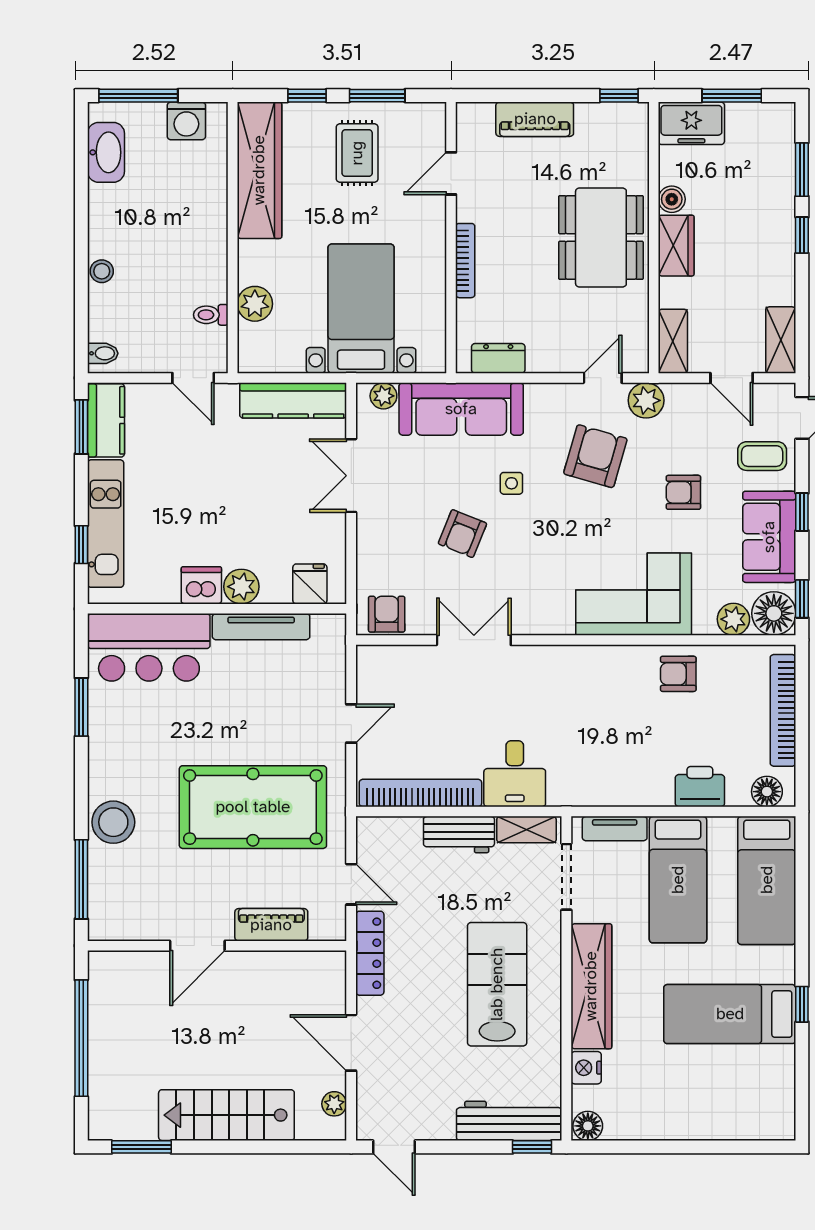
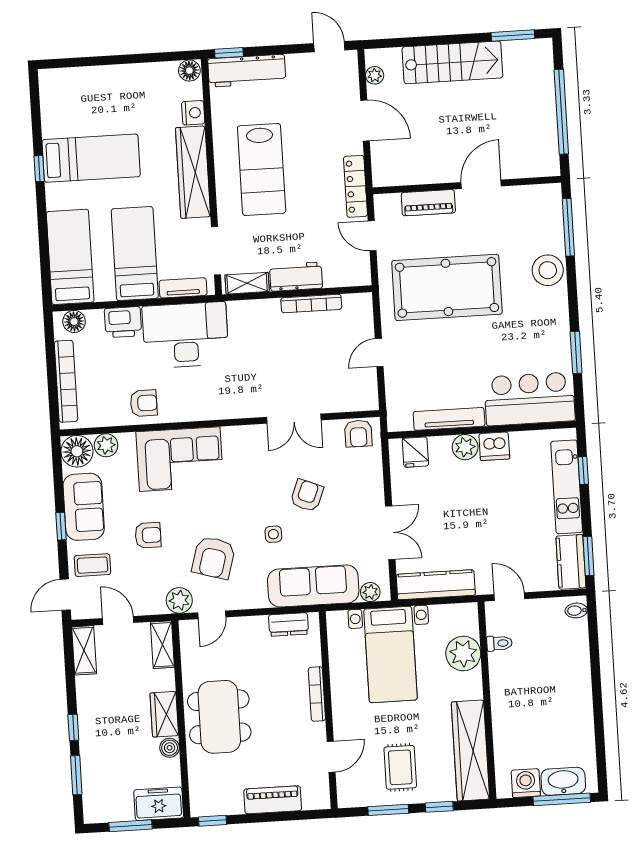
washbasin: (106, 152) -> (563, 781), moved, turned 90
stool: (102, 271) -> (581, 670), removed
plant: (255, 304) -> (463, 654), width x1.36, depth x1.36
window: (802, 599) -> (57, 463), removed
desk: (515, 774) -> (185, 335), moved, width x1.87, depth x1.30
bookcase: (420, 793) -> (311, 304), width x0.68, depth x0.76

